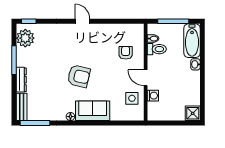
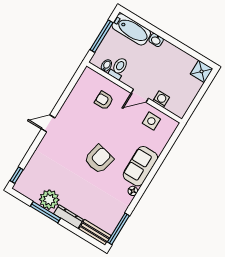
plant: (25, 38) -> (49, 200), moved

